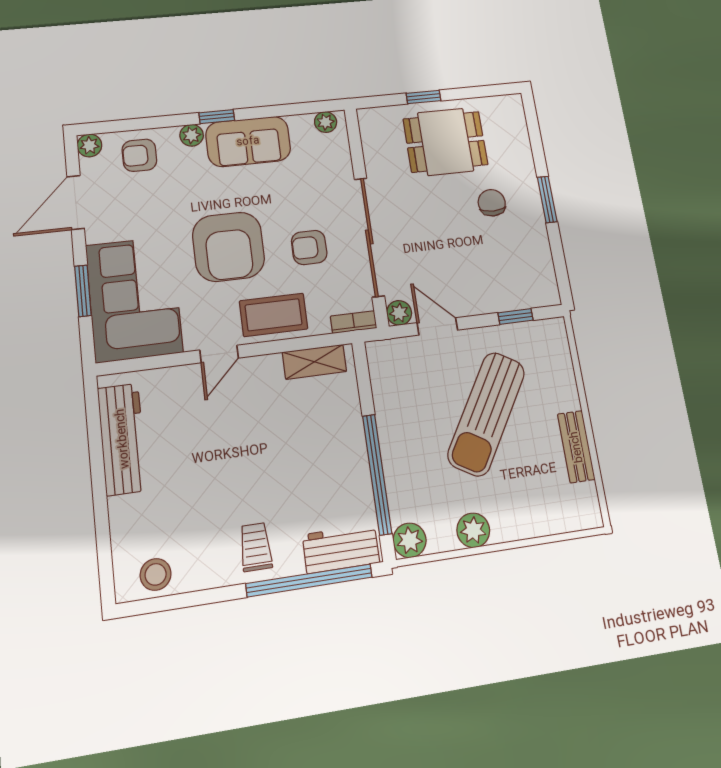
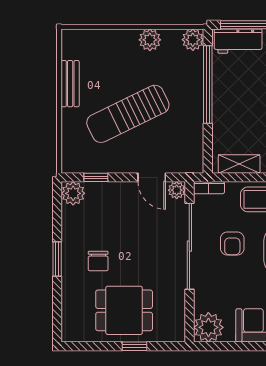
plant: (326, 122) -> (208, 327), width x1.87, depth x1.87
armchair: (309, 247) -> (232, 244), turned 90
plant: (543, 291) -> (73, 193), added
sun lounger: (486, 414) -> (128, 114), turned -147

